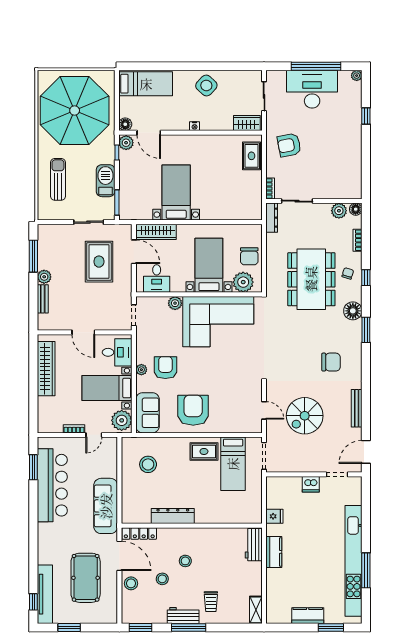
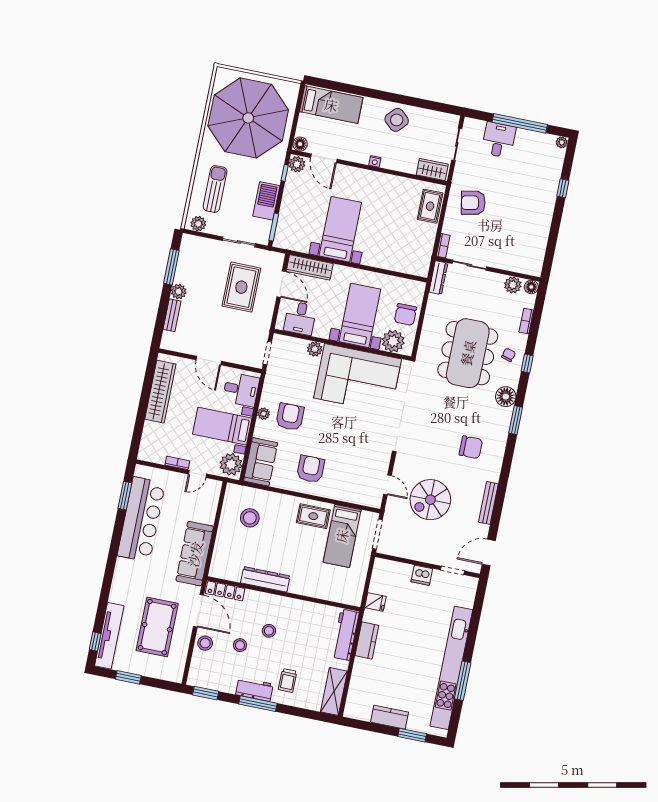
desk: (312, 89) -> (499, 140), width x0.53, depth x0.77
plant: (49, 213) -> (198, 224), added
armchair: (193, 410) -> (311, 469), width x0.73, depth x0.73
workbench: (254, 545) -> (345, 635), width x1.38
shelving: (256, 610) -> (334, 691), width x1.50, depth x1.33

